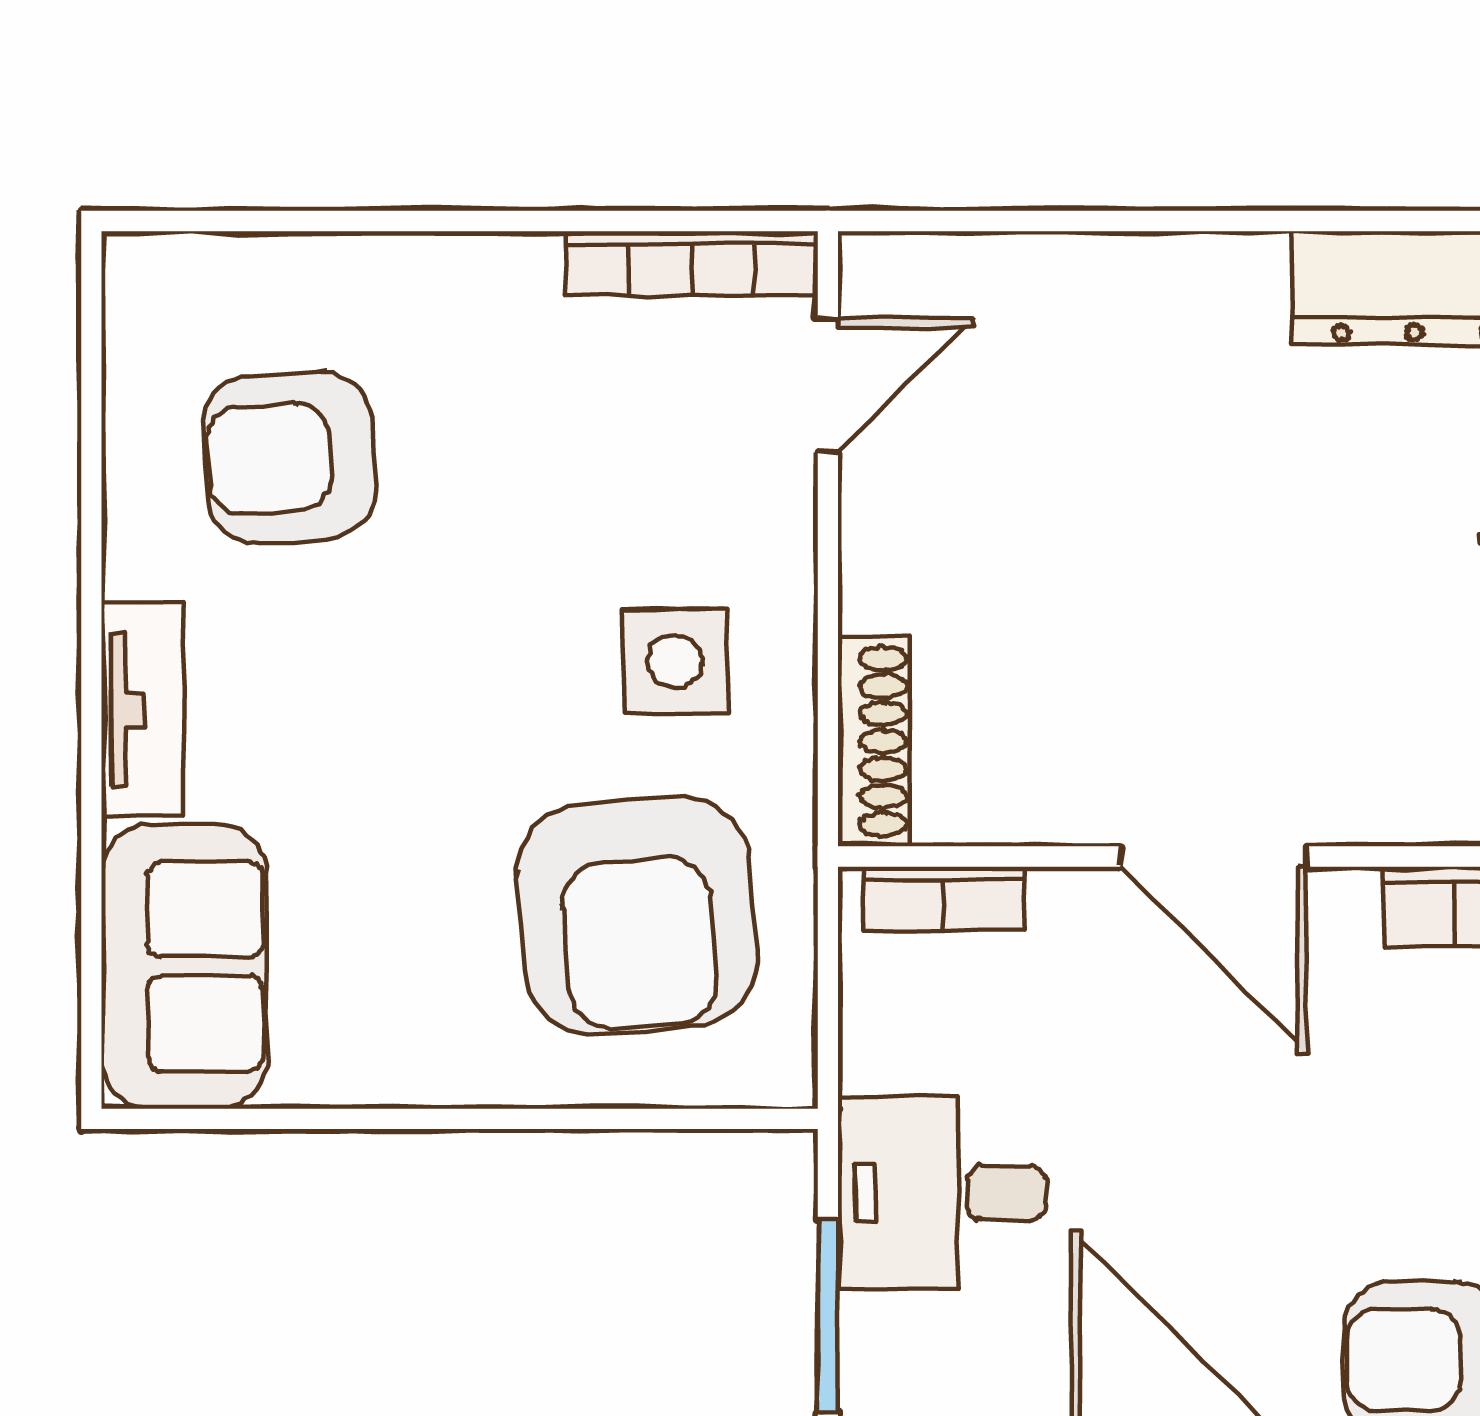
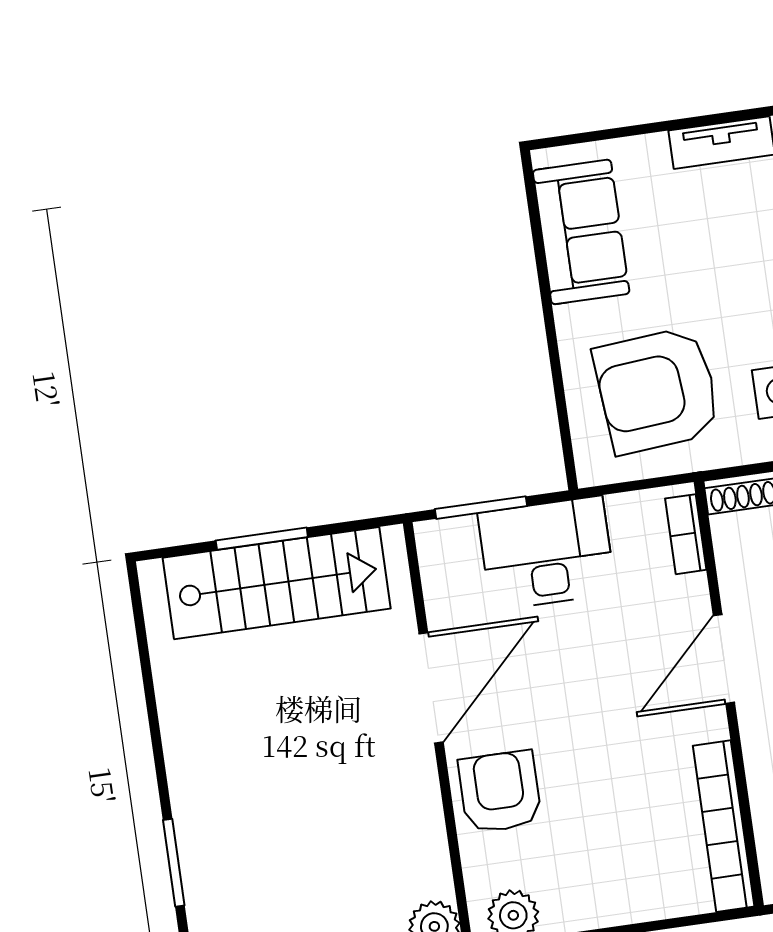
sofa: (184, 966) -> (581, 232), moved, turned -90
desk: (942, 1193) -> (547, 553), width x1.37

